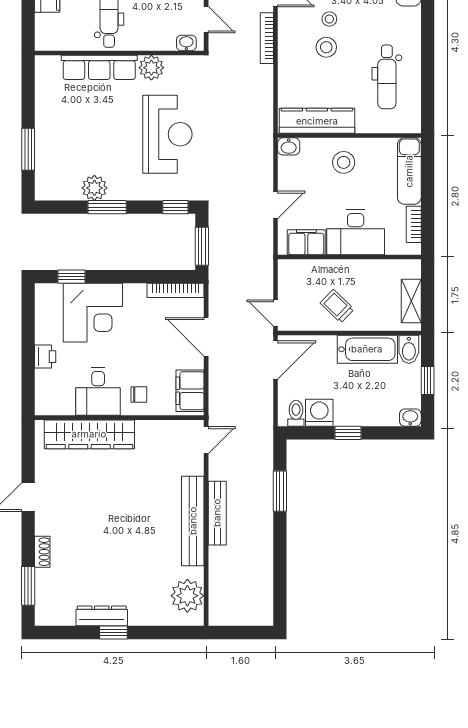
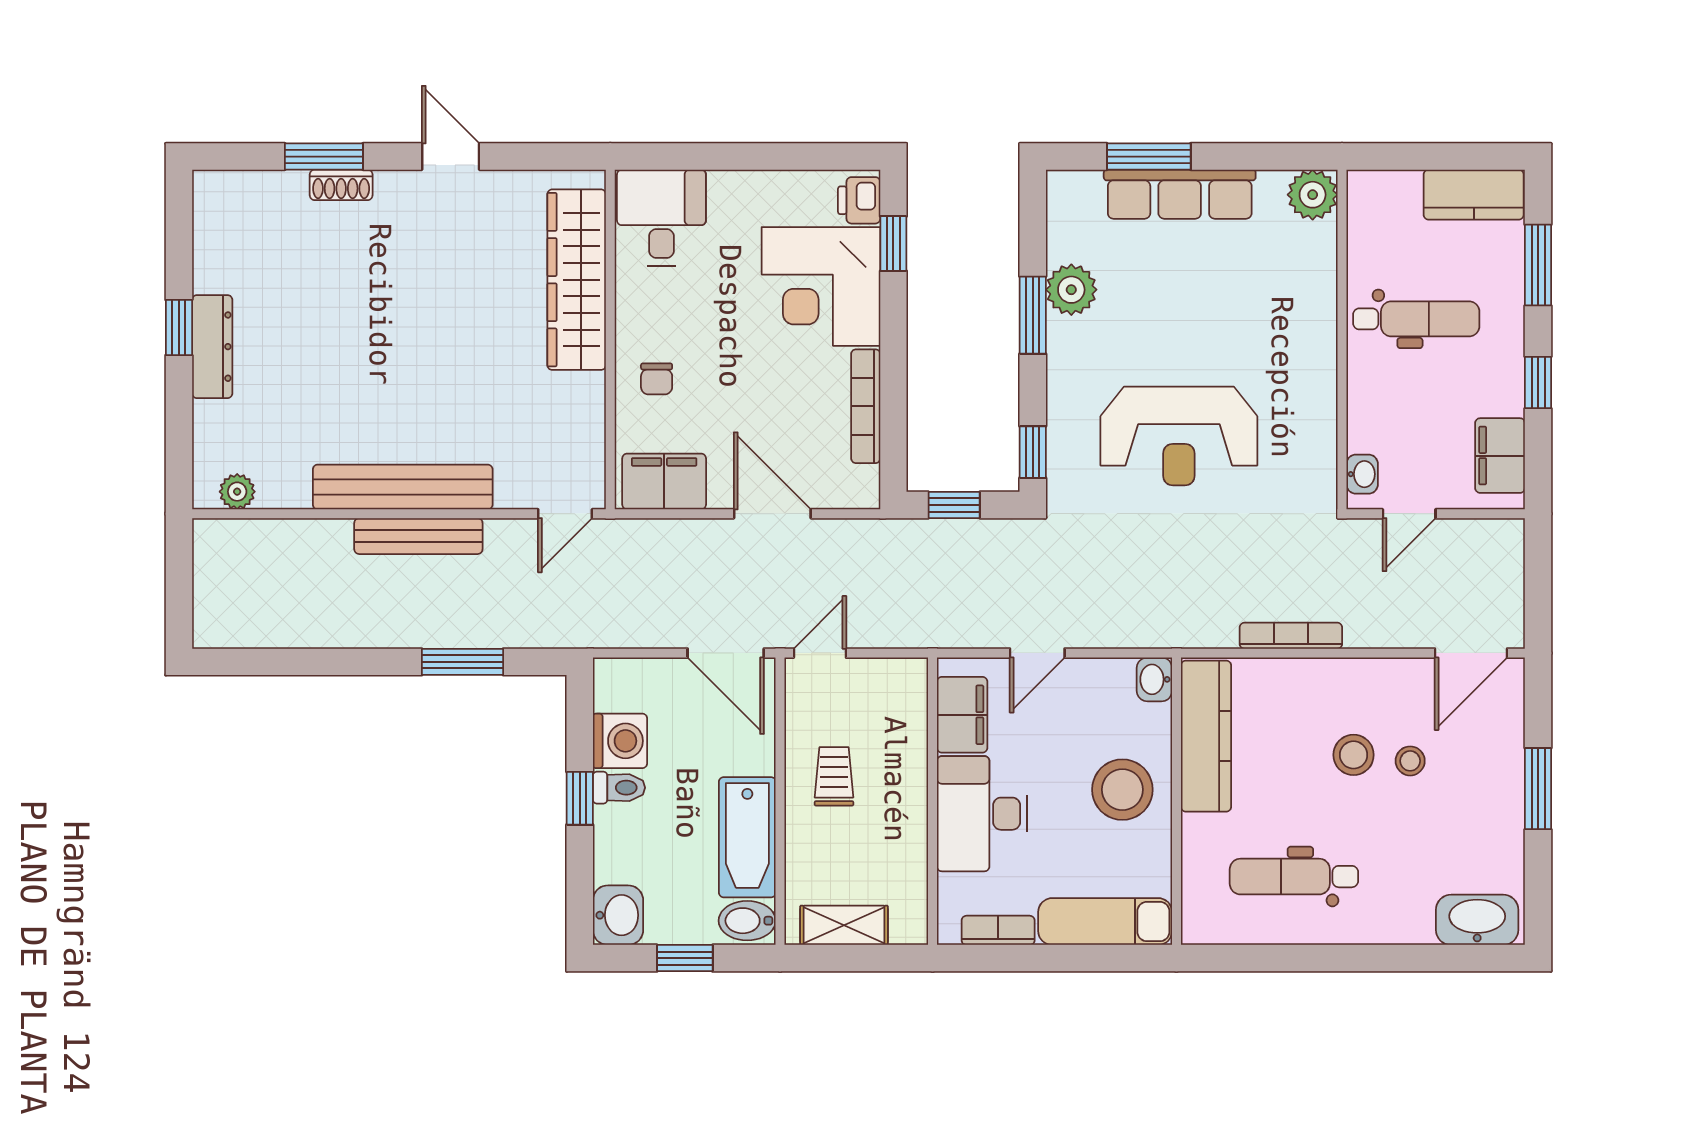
bookcase: (267, 38) -> (1291, 636), moved
row of seats: (99, 67) -> (1180, 194), moved, turned -90
plant: (151, 68) -> (1313, 195), moved
stool: (344, 162) -> (1122, 790), width x1.38, depth x1.38
door: (276, 205) -> (1037, 653), hinge flipped
window: (202, 246) -> (954, 505), width x0.67
bookcase: (176, 290) -> (866, 406), moved
trolley: (337, 306) -> (834, 776), turned -44
door: (206, 337) -> (772, 514), hinge flipped
printer: (45, 357) -> (859, 200), moved, turned 90
desk: (98, 392) -> (661, 218), moved, turned 90
toilet: (296, 413) -> (619, 788), moved
washbasin: (410, 418) -> (618, 915), width x1.38, depth x1.45
door: (206, 440) -> (565, 514), hinge flipped
window: (28, 586) -> (324, 157), moved
plant: (187, 596) -> (237, 492), width x0.53, depth x0.53
dresser: (102, 616) -> (212, 347), moved

